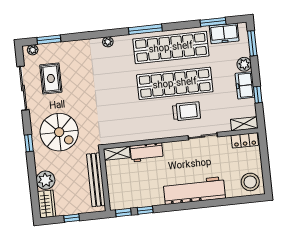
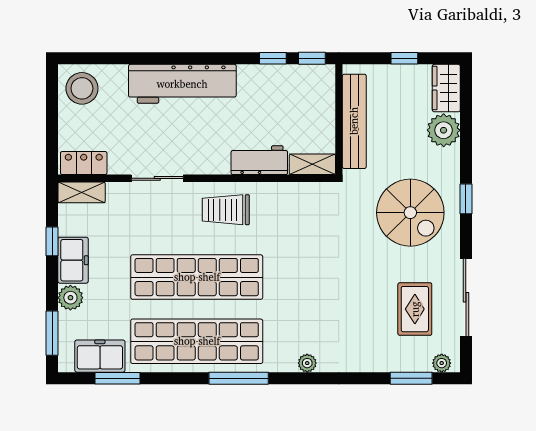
trolley: (187, 111) -> (226, 210), moved
spiral stairs: (59, 132) -> (410, 213), turned 180

